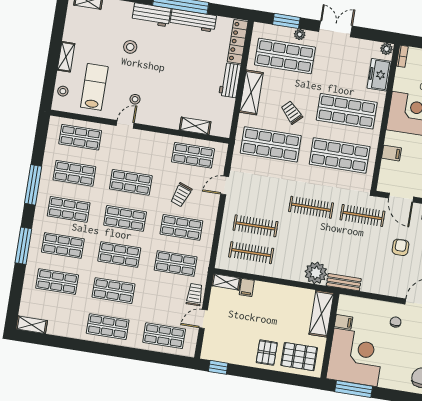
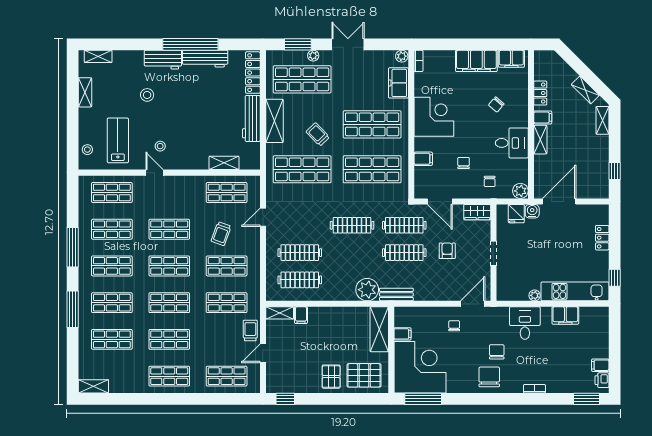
shelving: (66, 57) -> (85, 92), moved
workbench: (230, 80) -> (251, 118), width x1.38
door: (125, 124) -> (154, 173), hinge flipped
clothes rail: (358, 242) -> (404, 253), added

